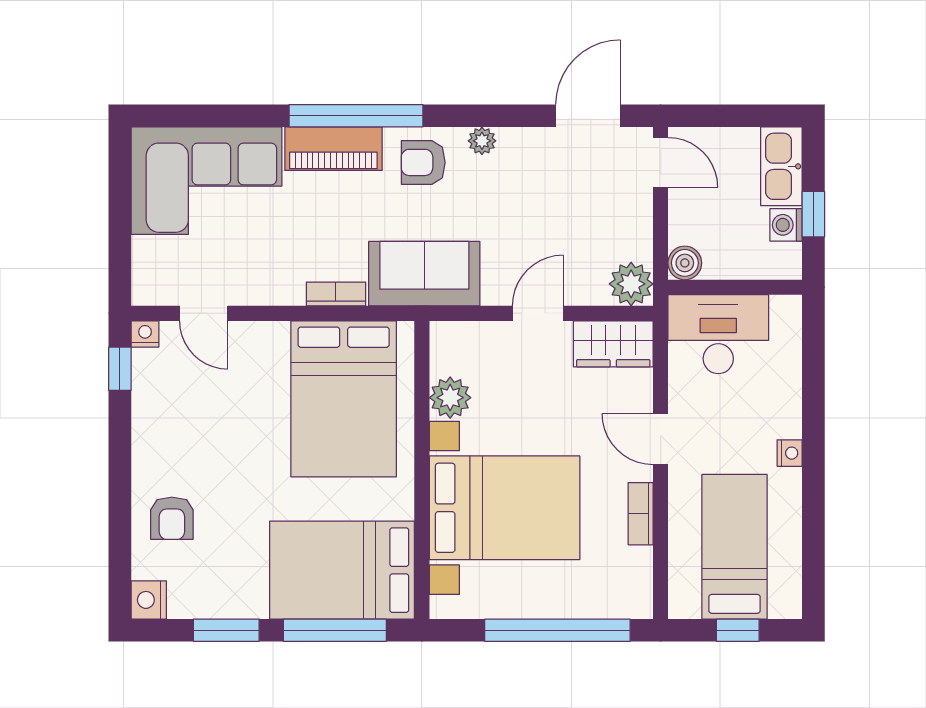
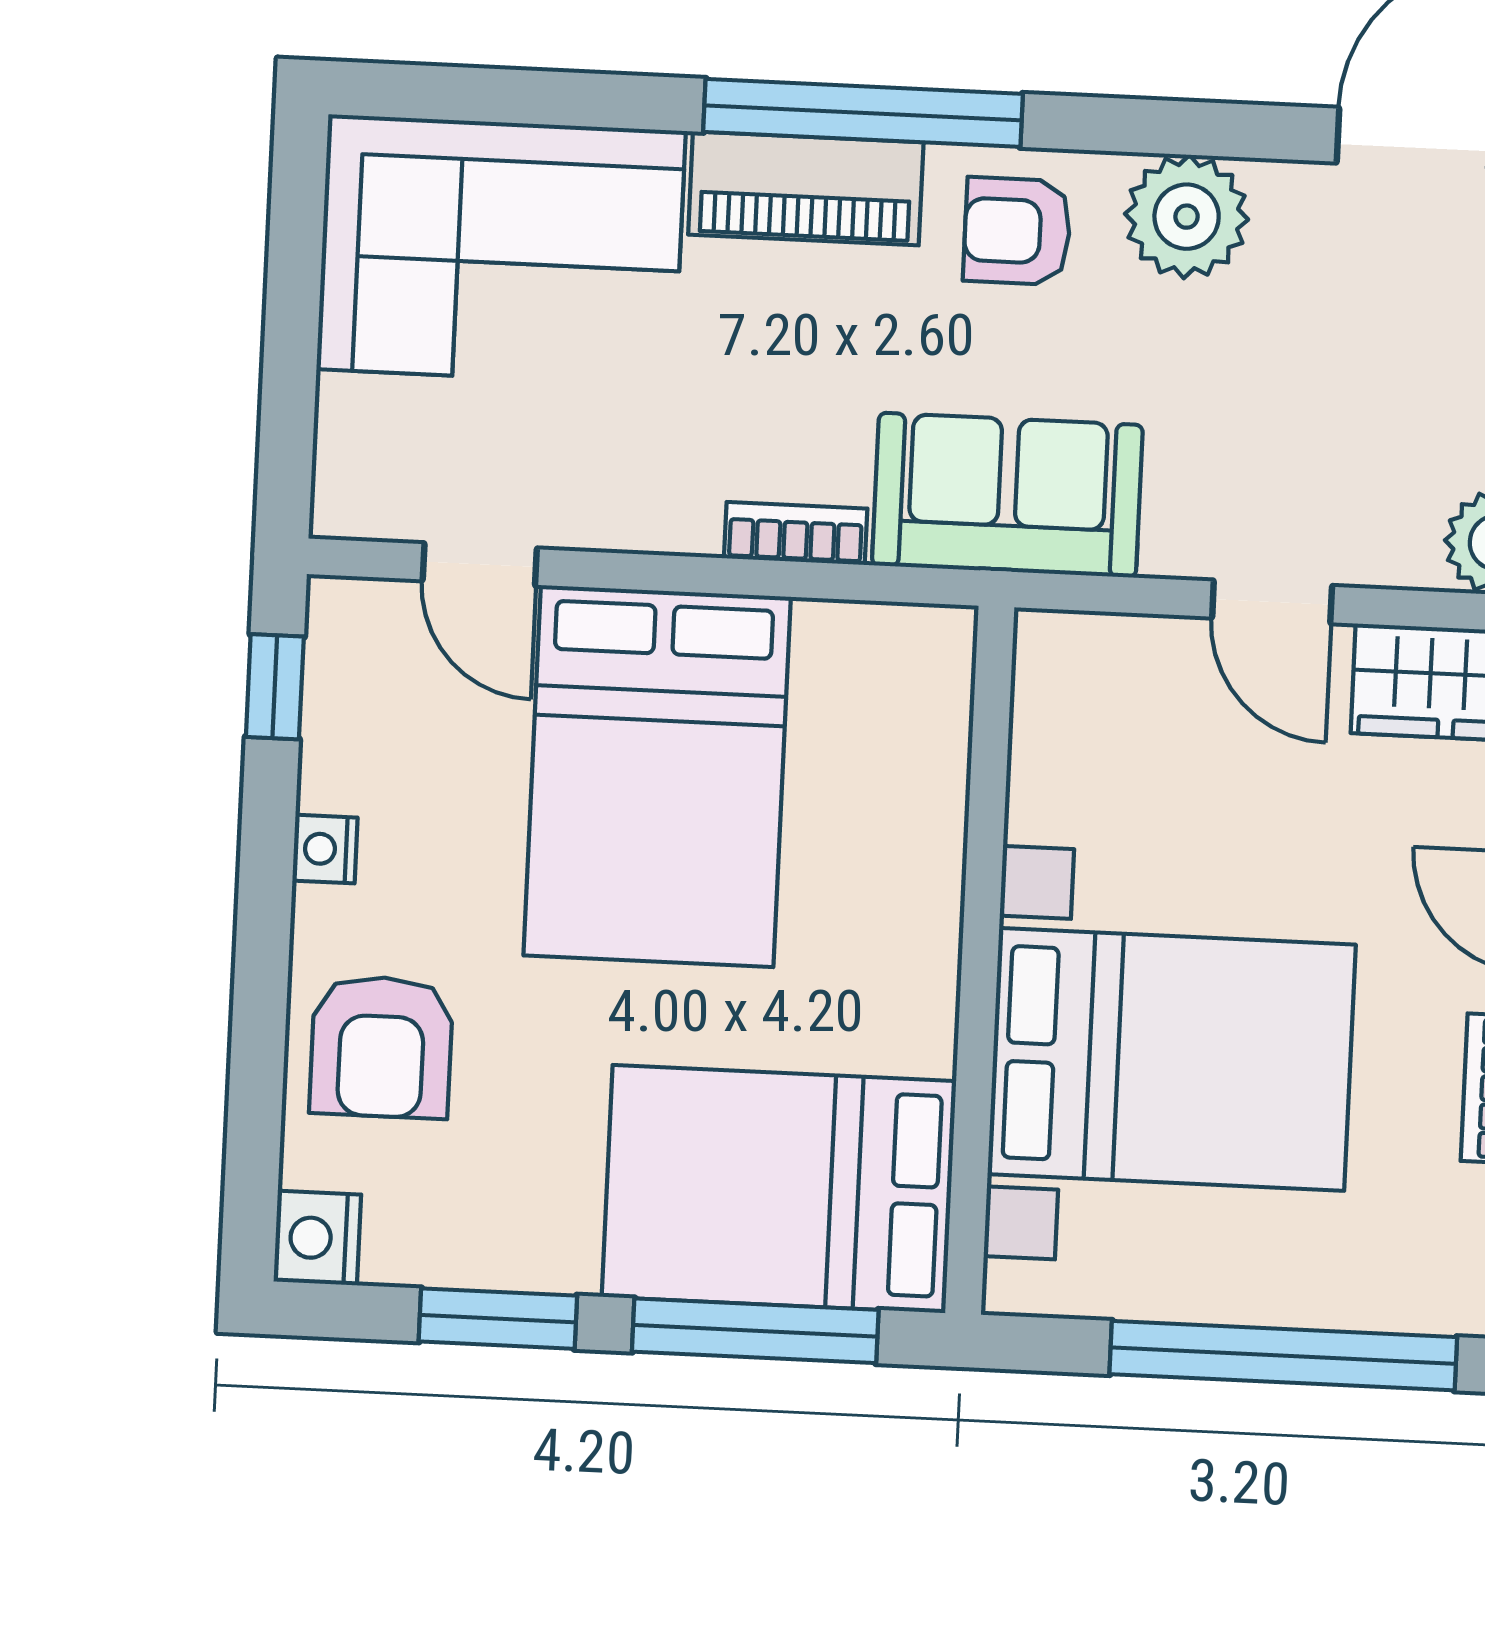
plant: (482, 141) -> (1187, 217), width x1.87, depth x1.87
door: (538, 313) -> (1272, 602), swing flipped
nightstand: (145, 334) -> (325, 849), moved, turned -90
plant: (450, 398) -> (1055, 792), removed
bed: (344, 399) -> (657, 776), moved
armchair: (172, 518) -> (381, 1047), width x1.38, depth x1.38

